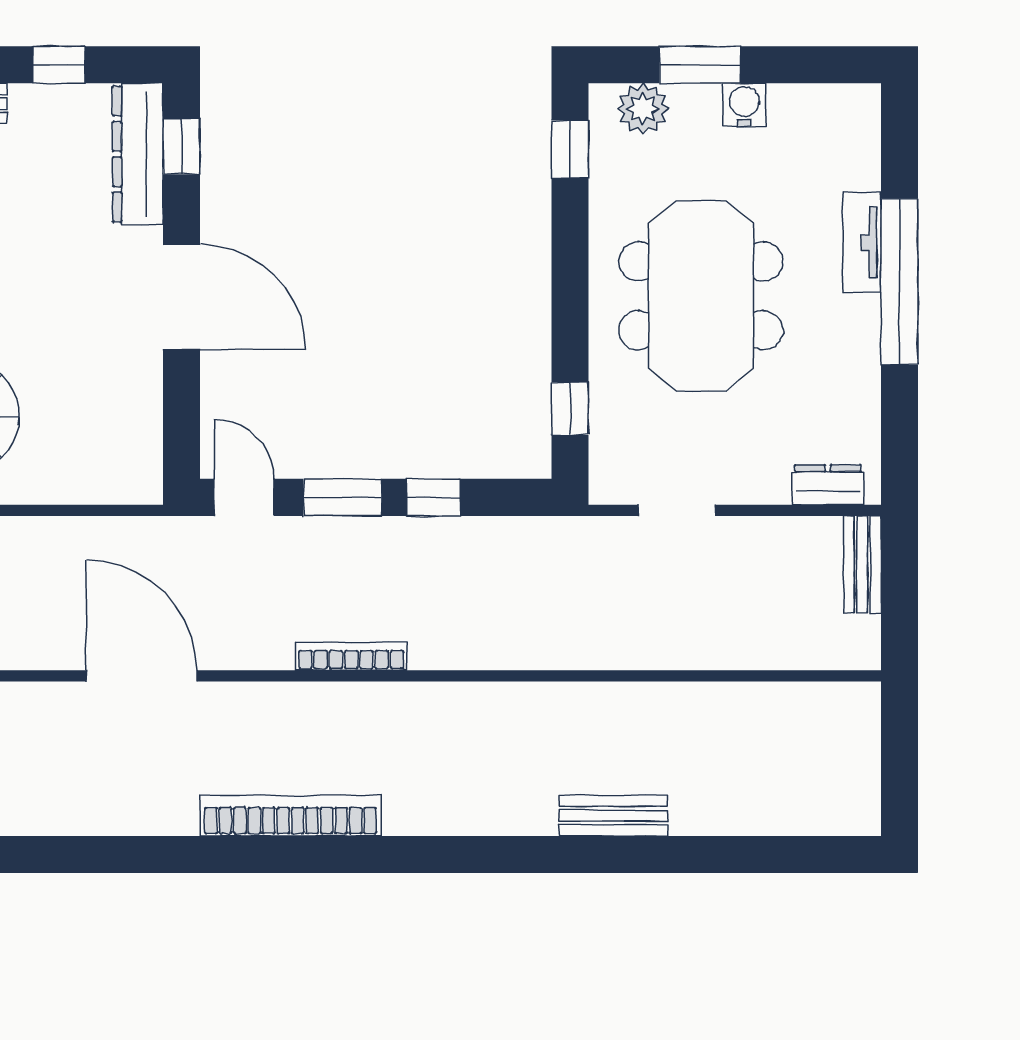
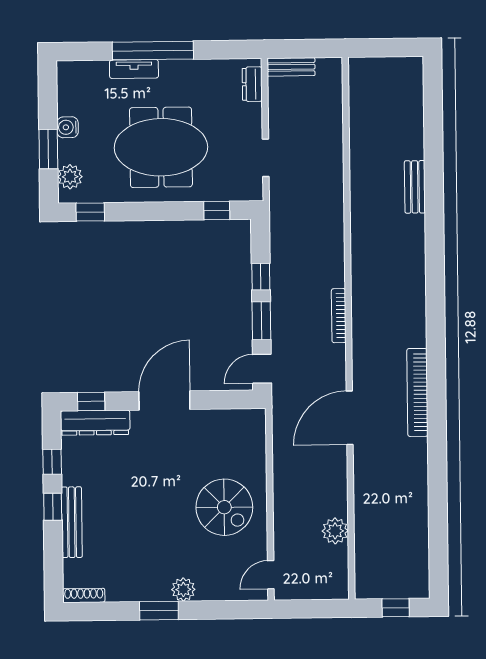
bookcase: (290, 816) -> (417, 392), moved

